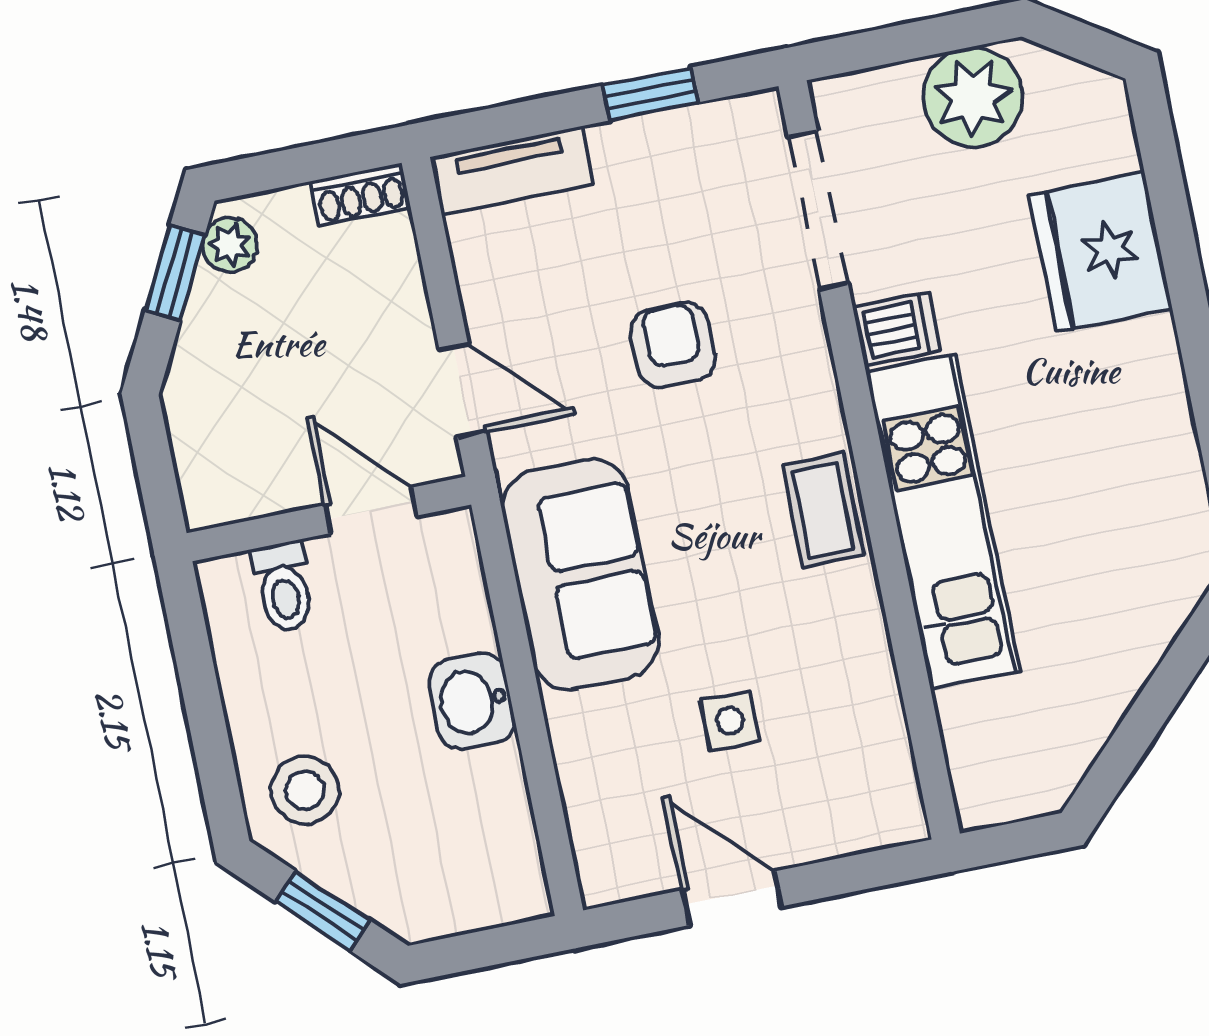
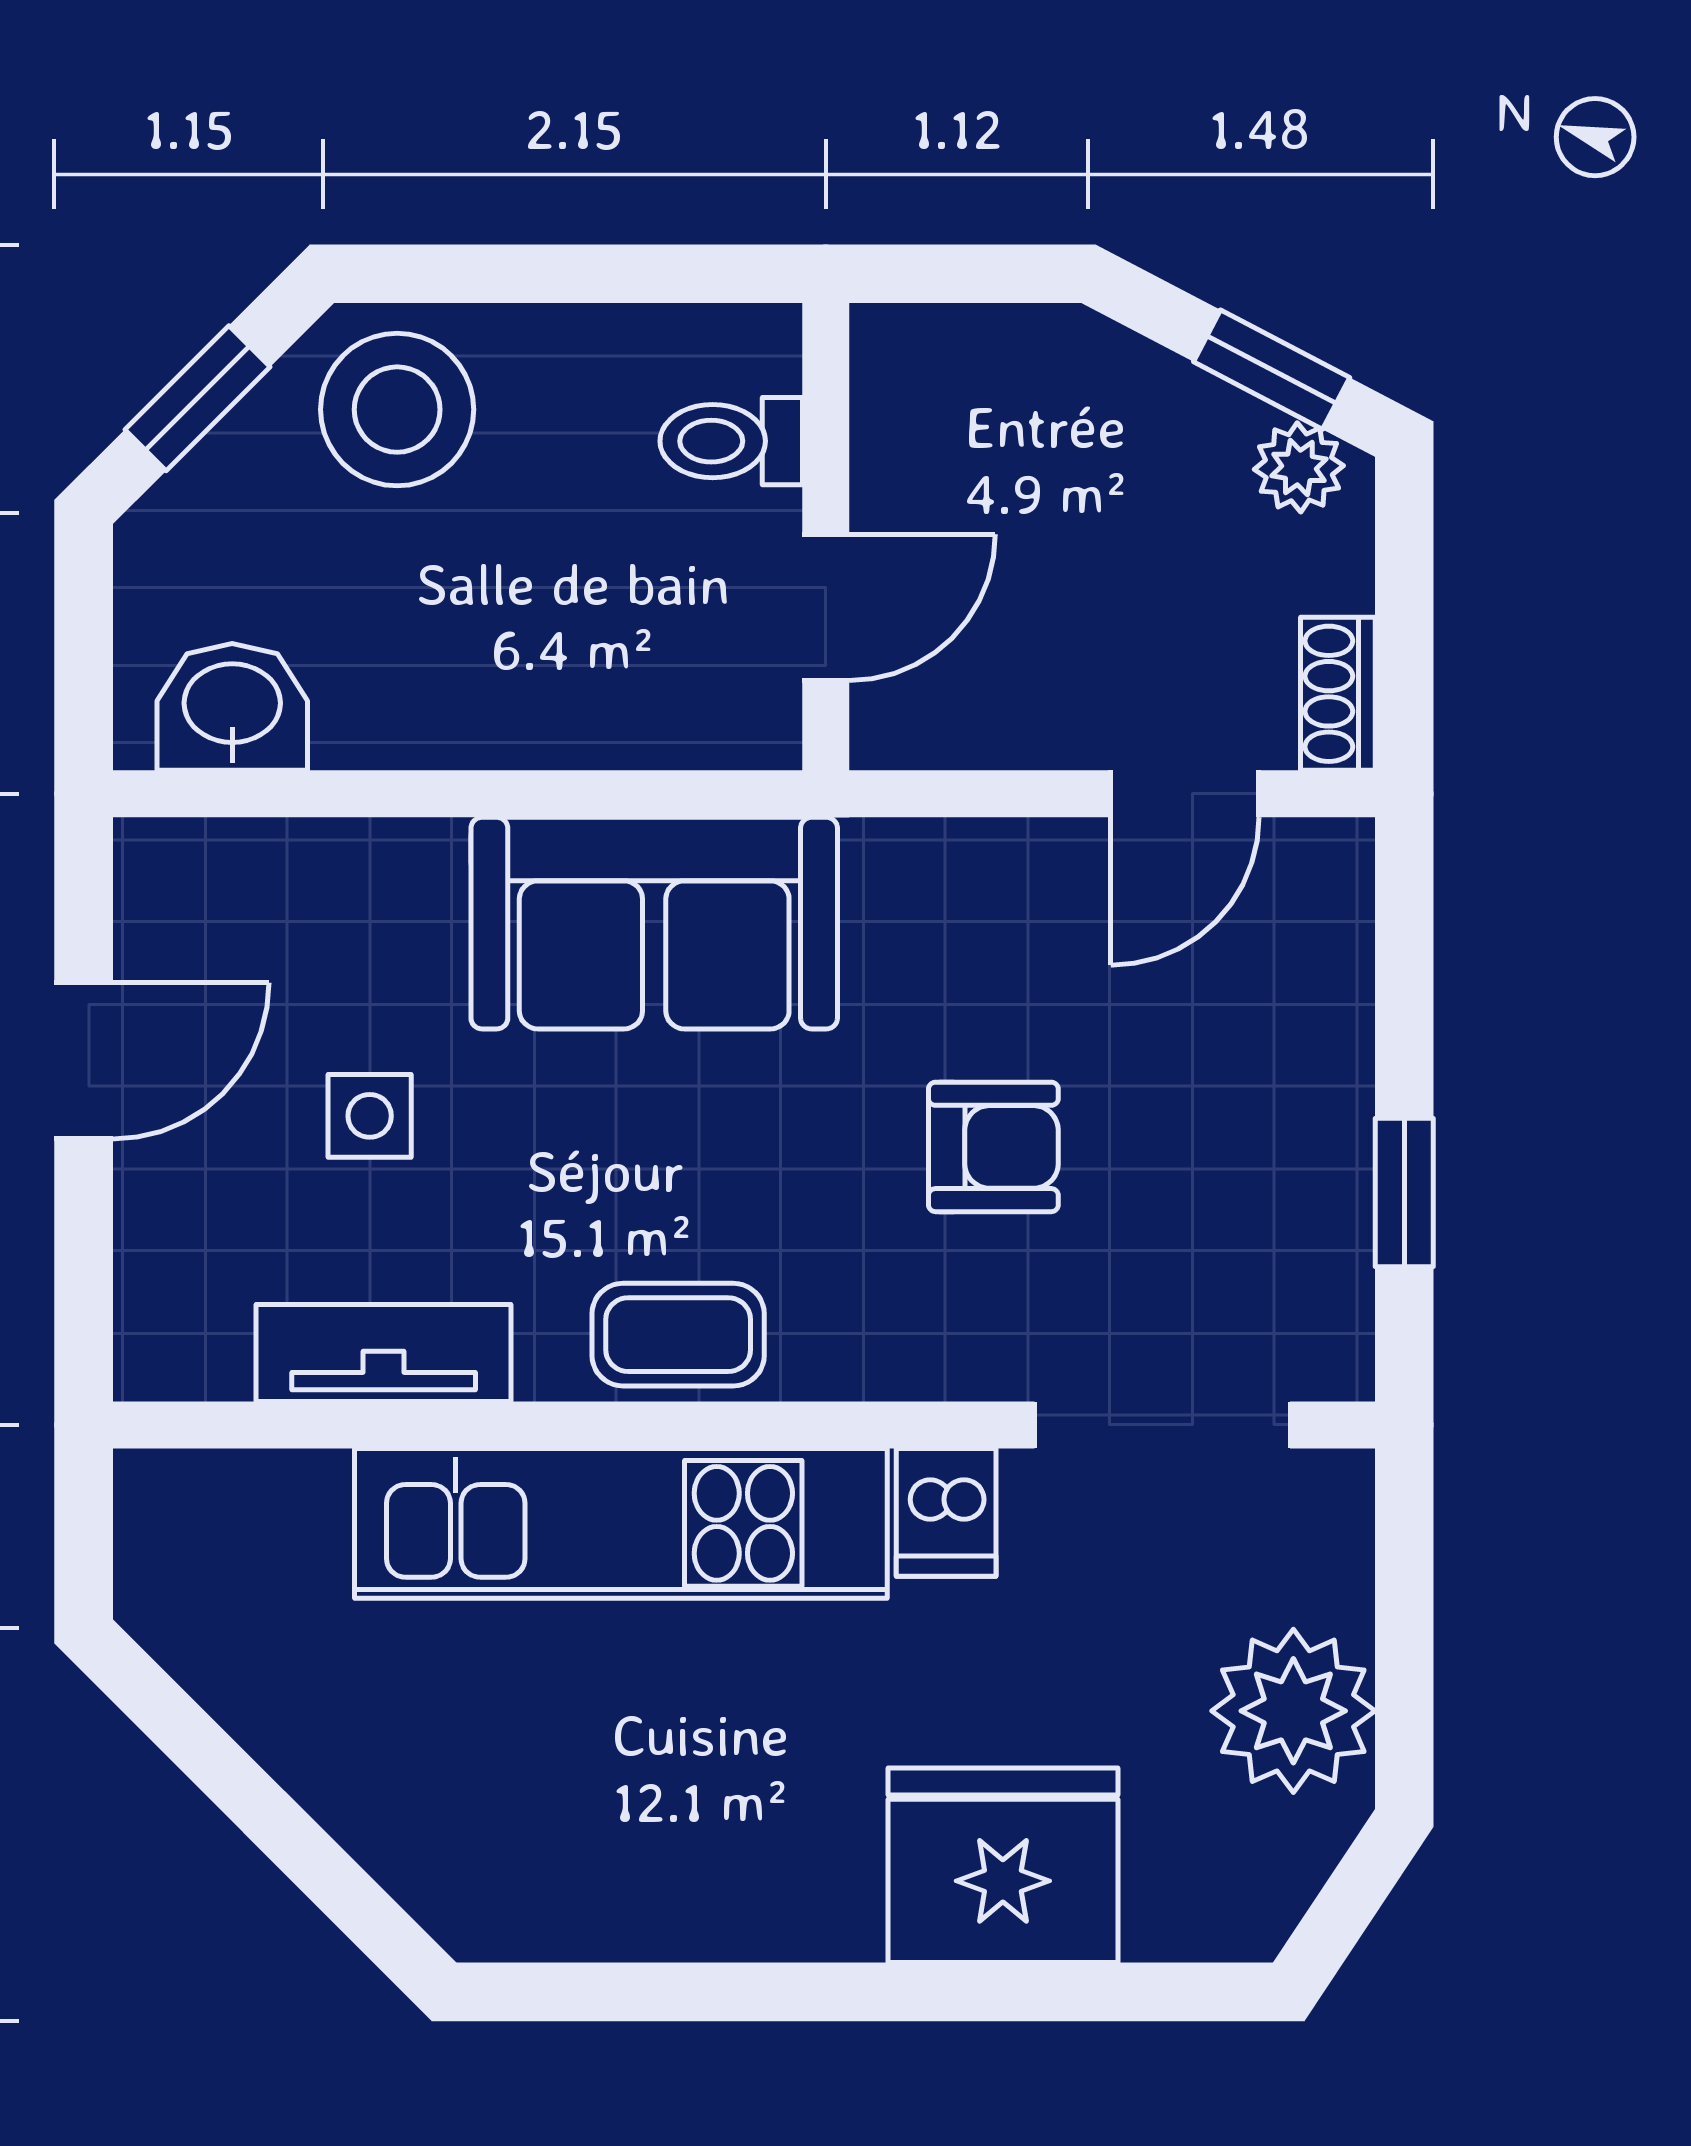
tv unit: (512, 171) -> (384, 1353), moved, turned 90
door: (463, 391) -> (1185, 794), moved
washbasin: (472, 701) -> (232, 707), moved
stool: (305, 790) -> (397, 410), width x1.38, depth x1.38

